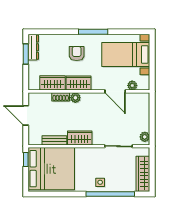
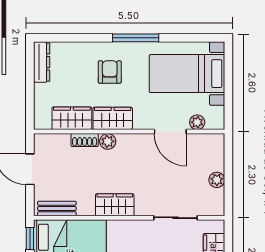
window: (26, 54) -> (30, 73), removed
plant: (145, 137) -> (217, 180), moved
bench: (54, 140) -> (57, 209), moved

